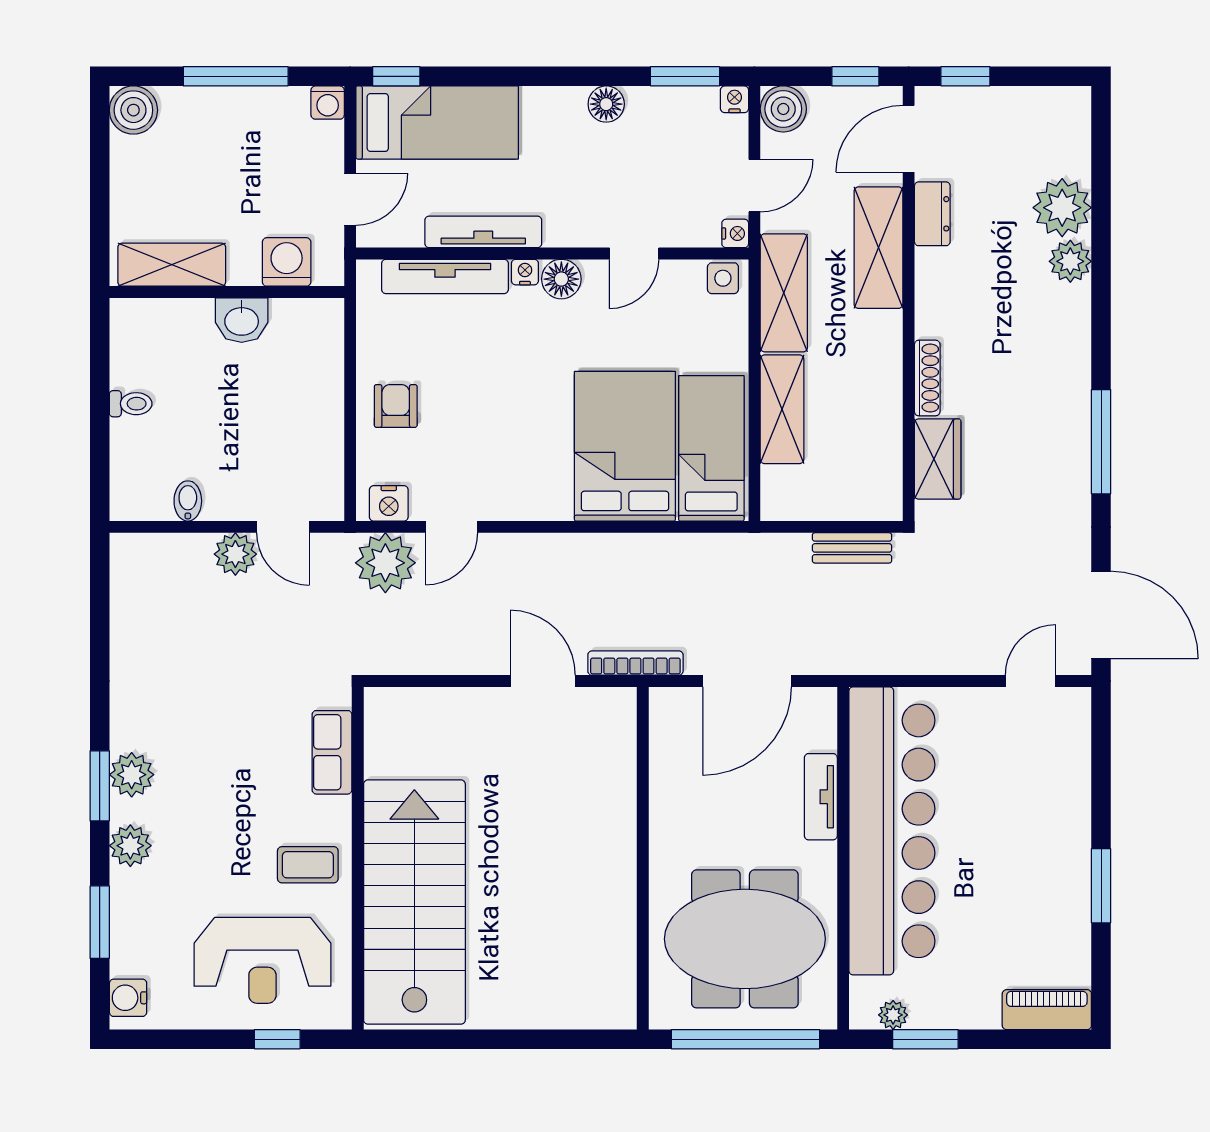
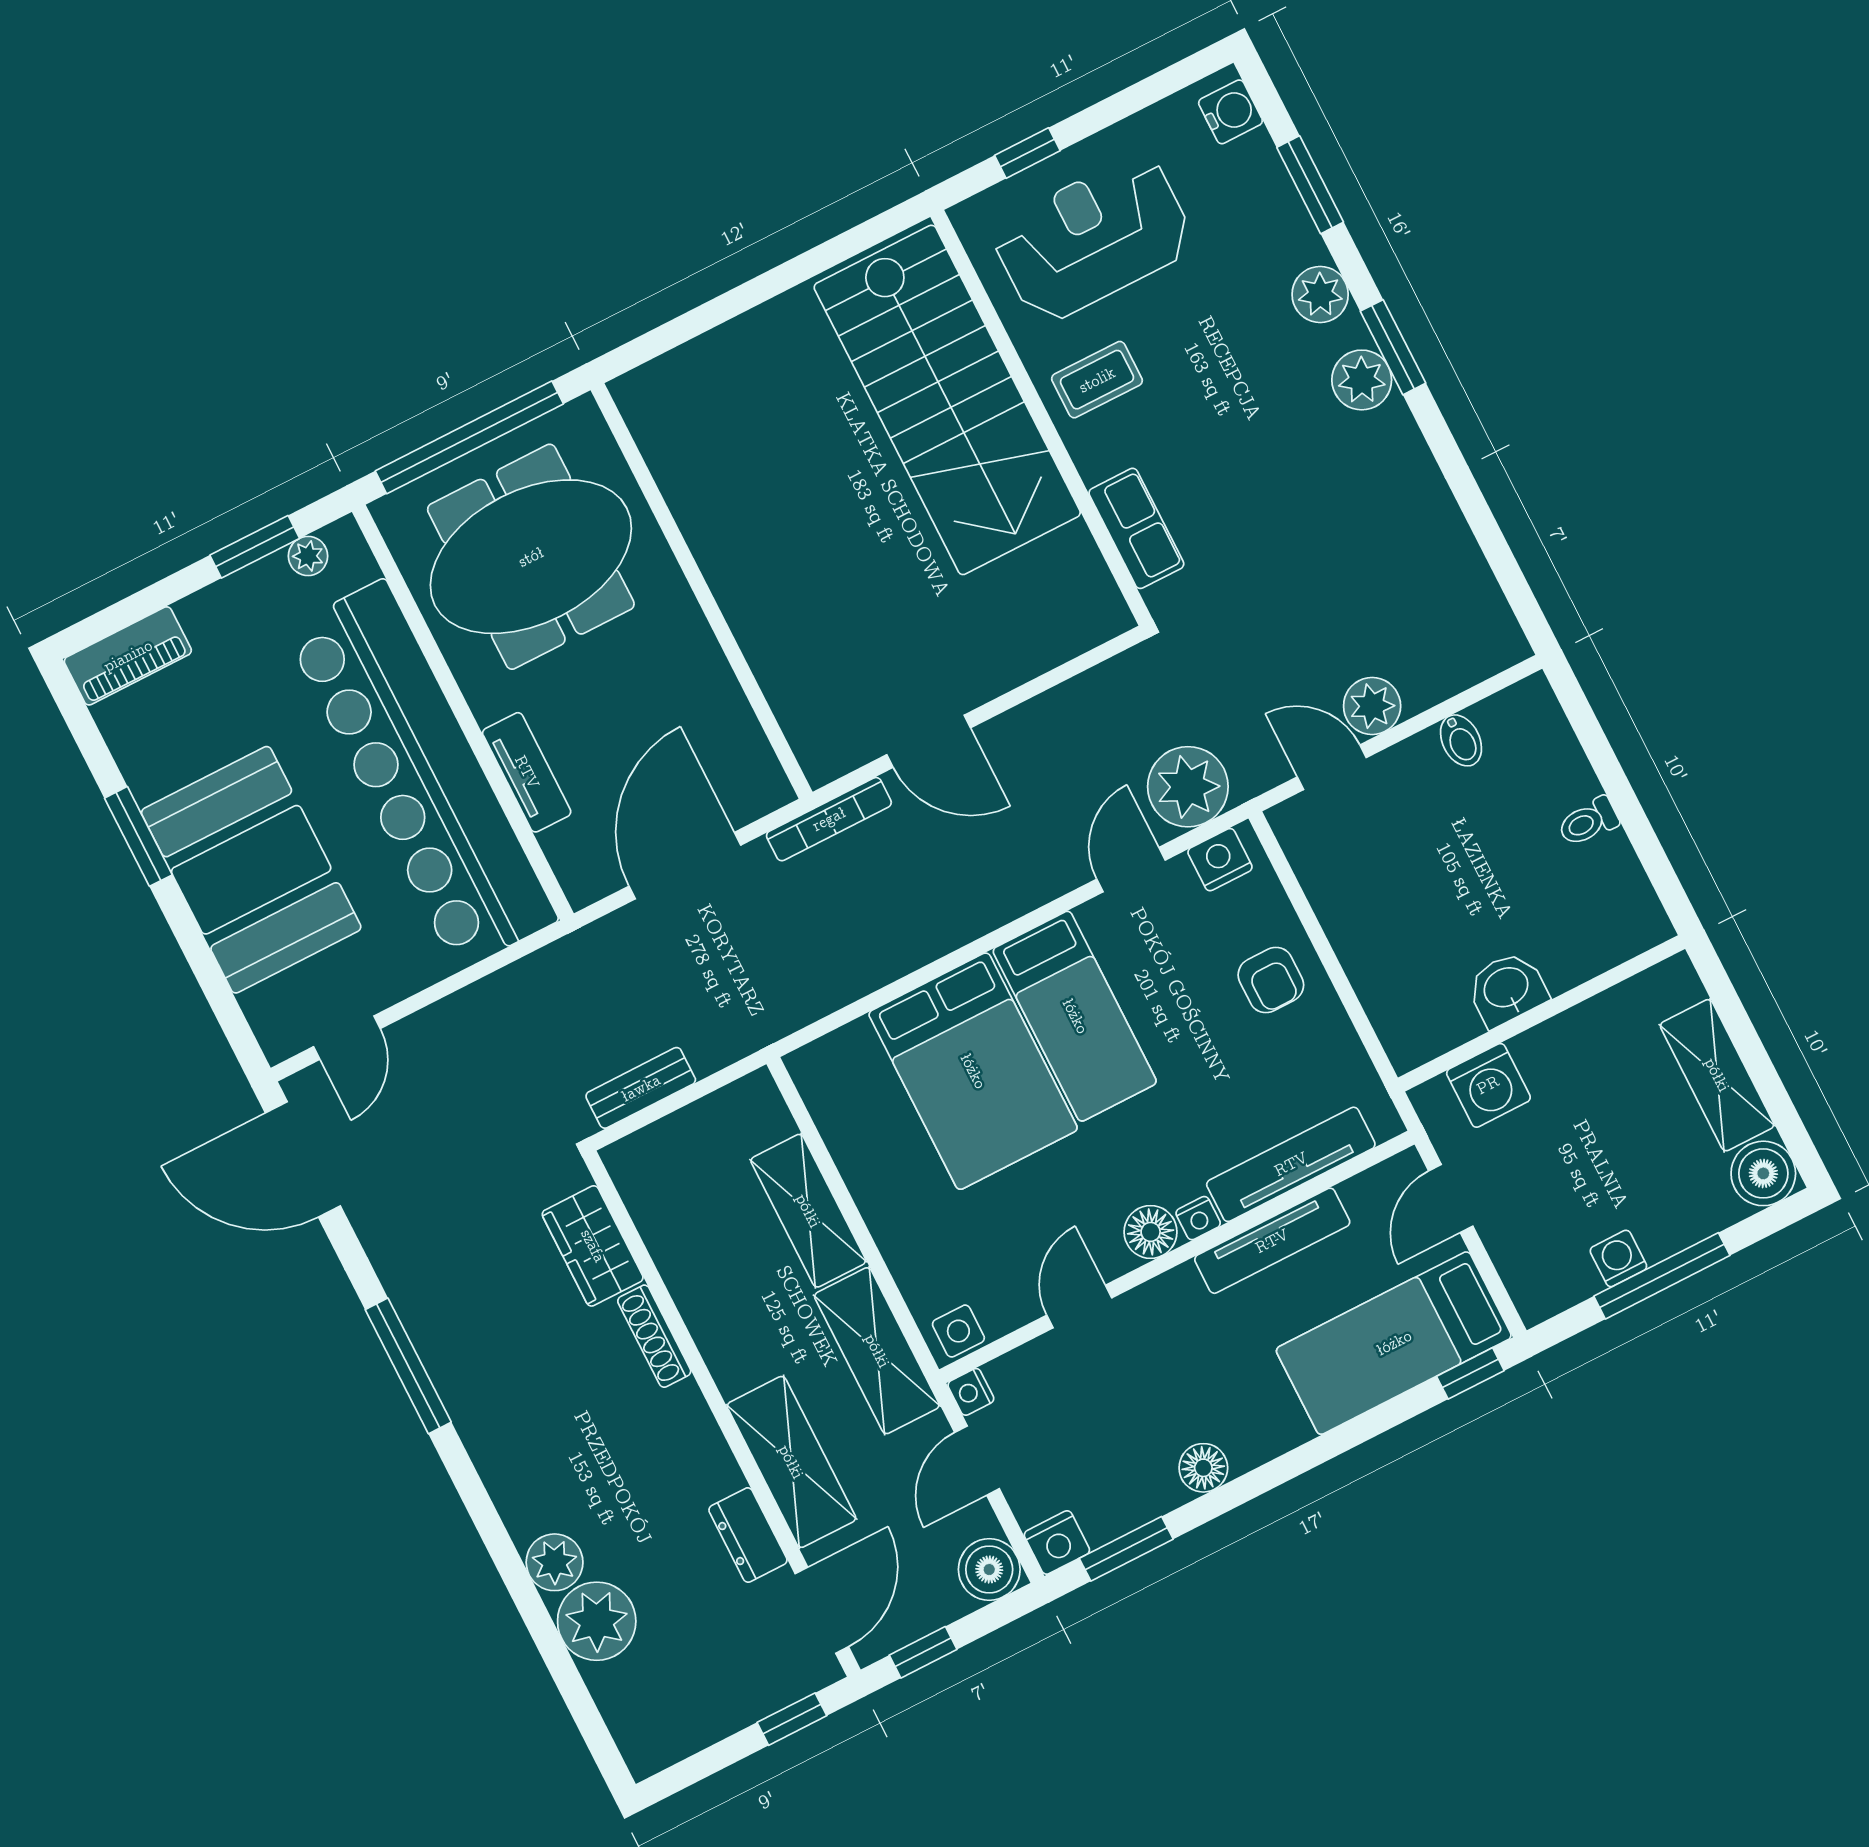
nightstand: (735, 99) -> (1057, 1542), width x1.39, depth x1.35
washing machine: (328, 103) -> (1618, 1258), moved
shelving: (172, 265) -> (1717, 1075), moved, turned 90
bed: (711, 448) -> (1075, 1016), moved
booth: (1037, 825) -> (251, 870), added

